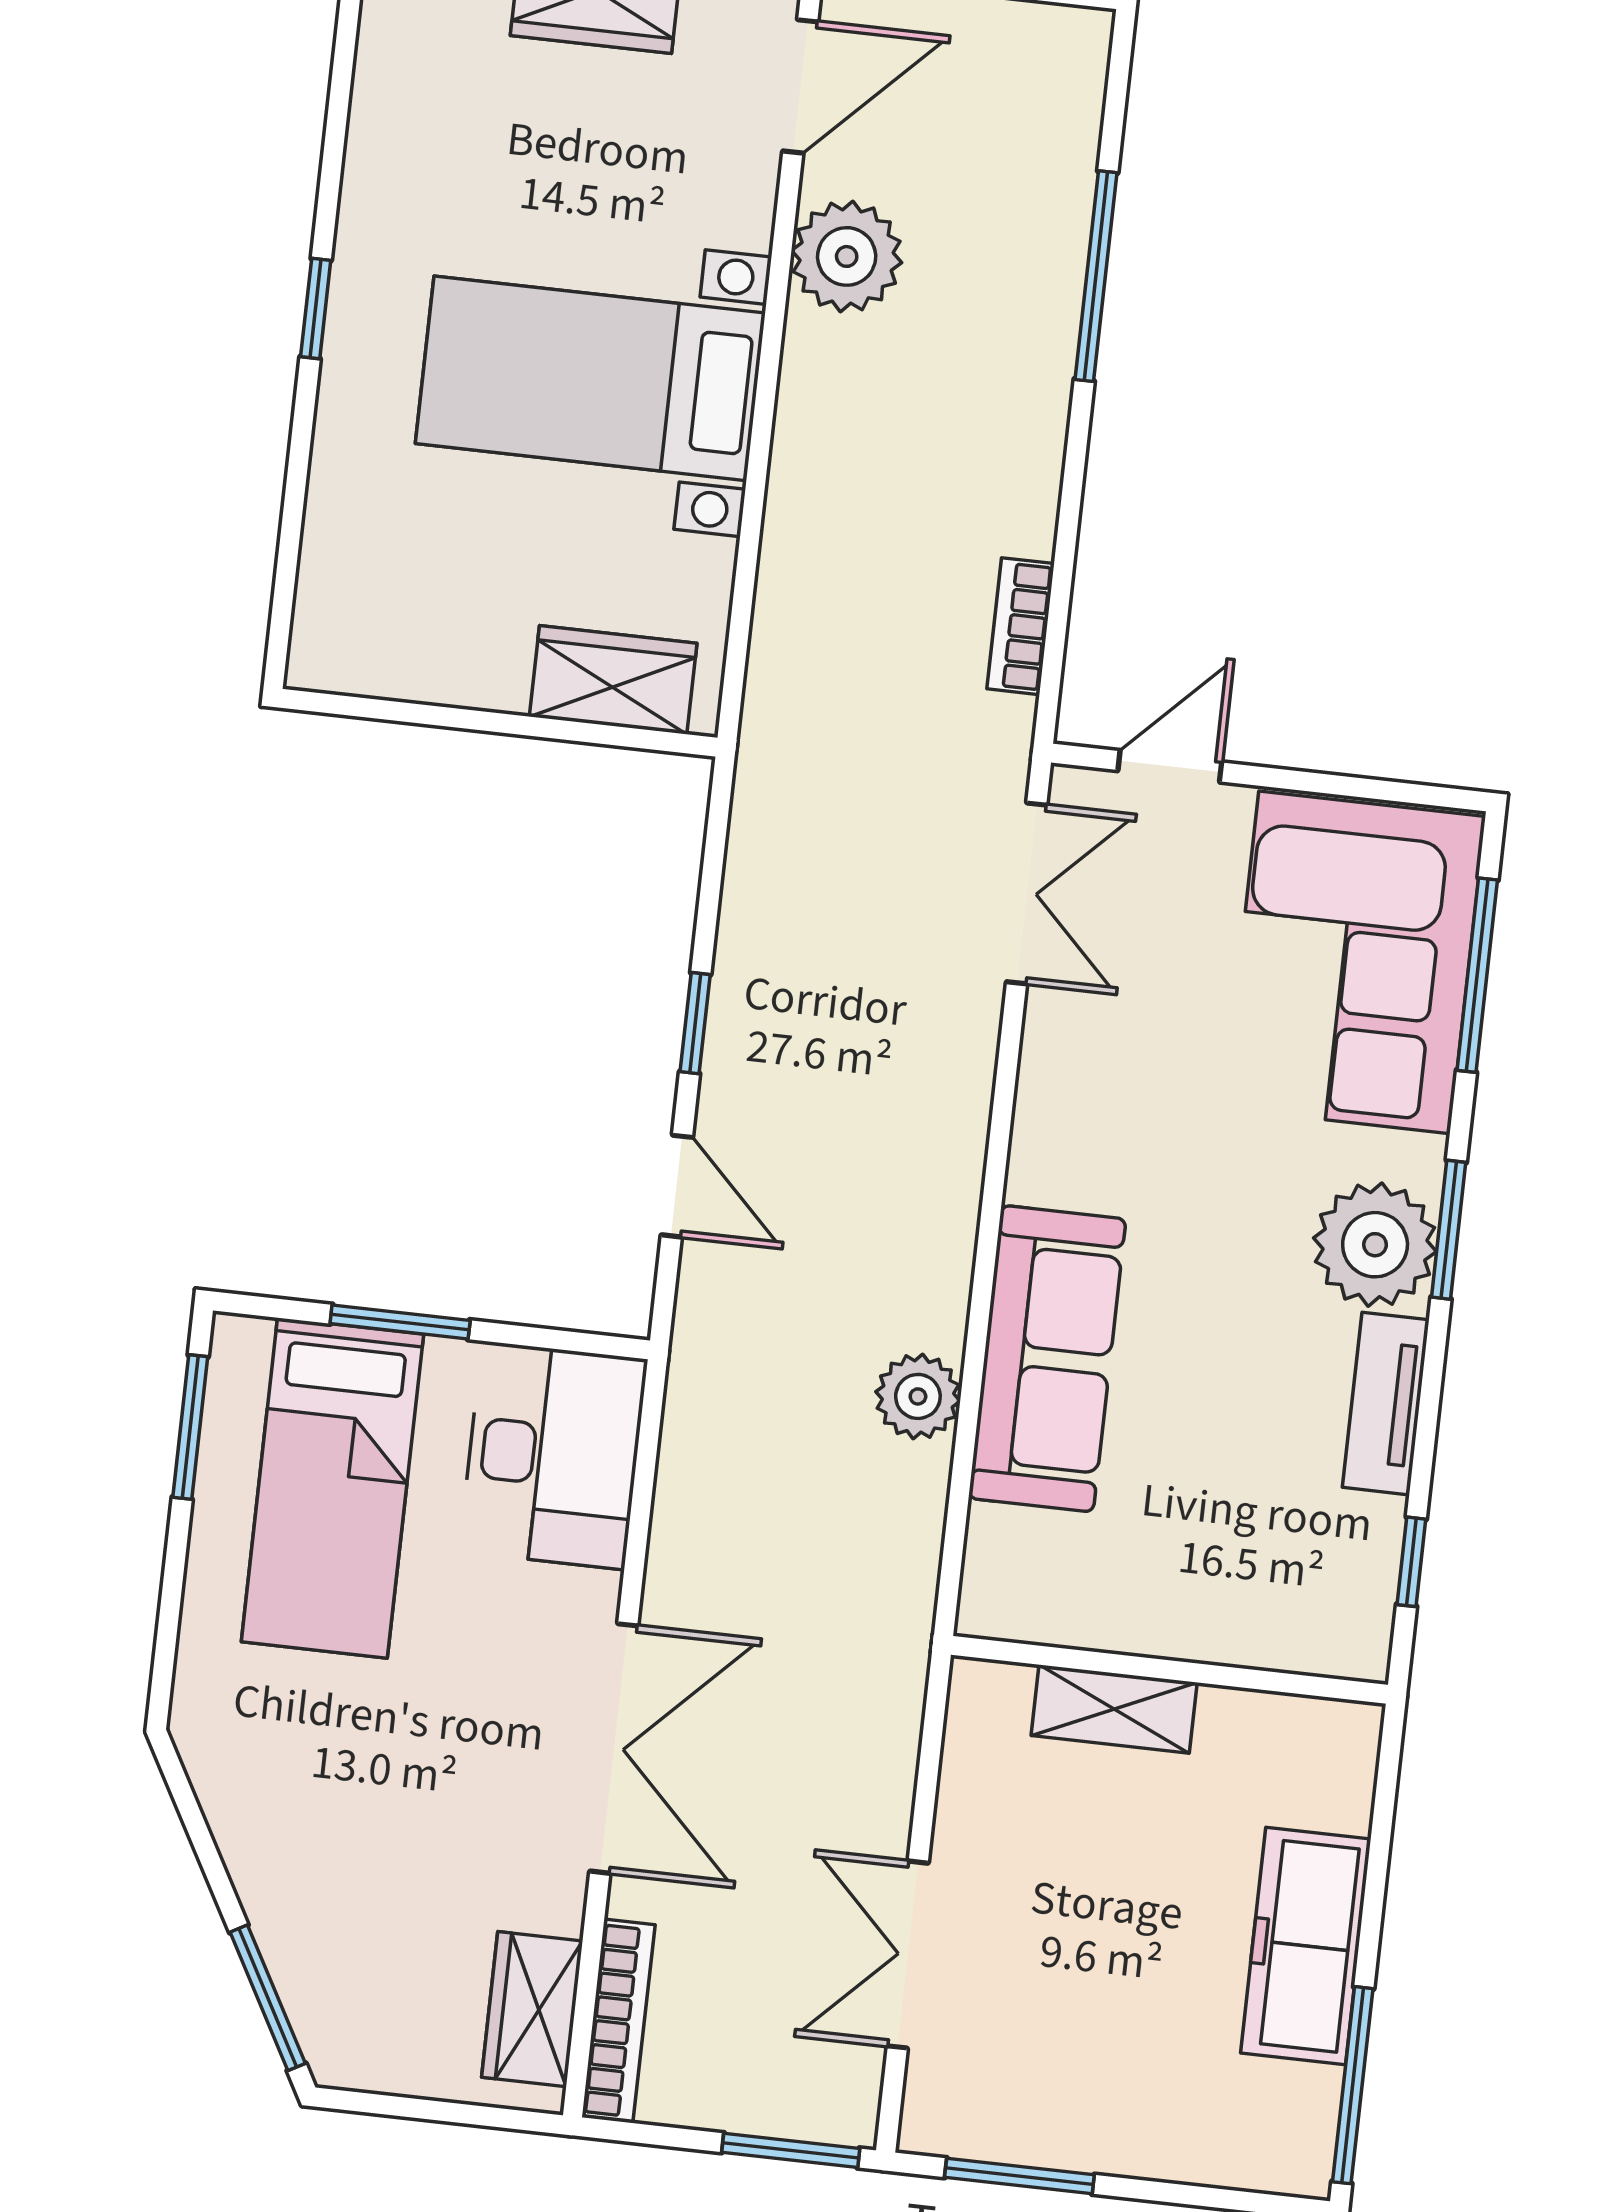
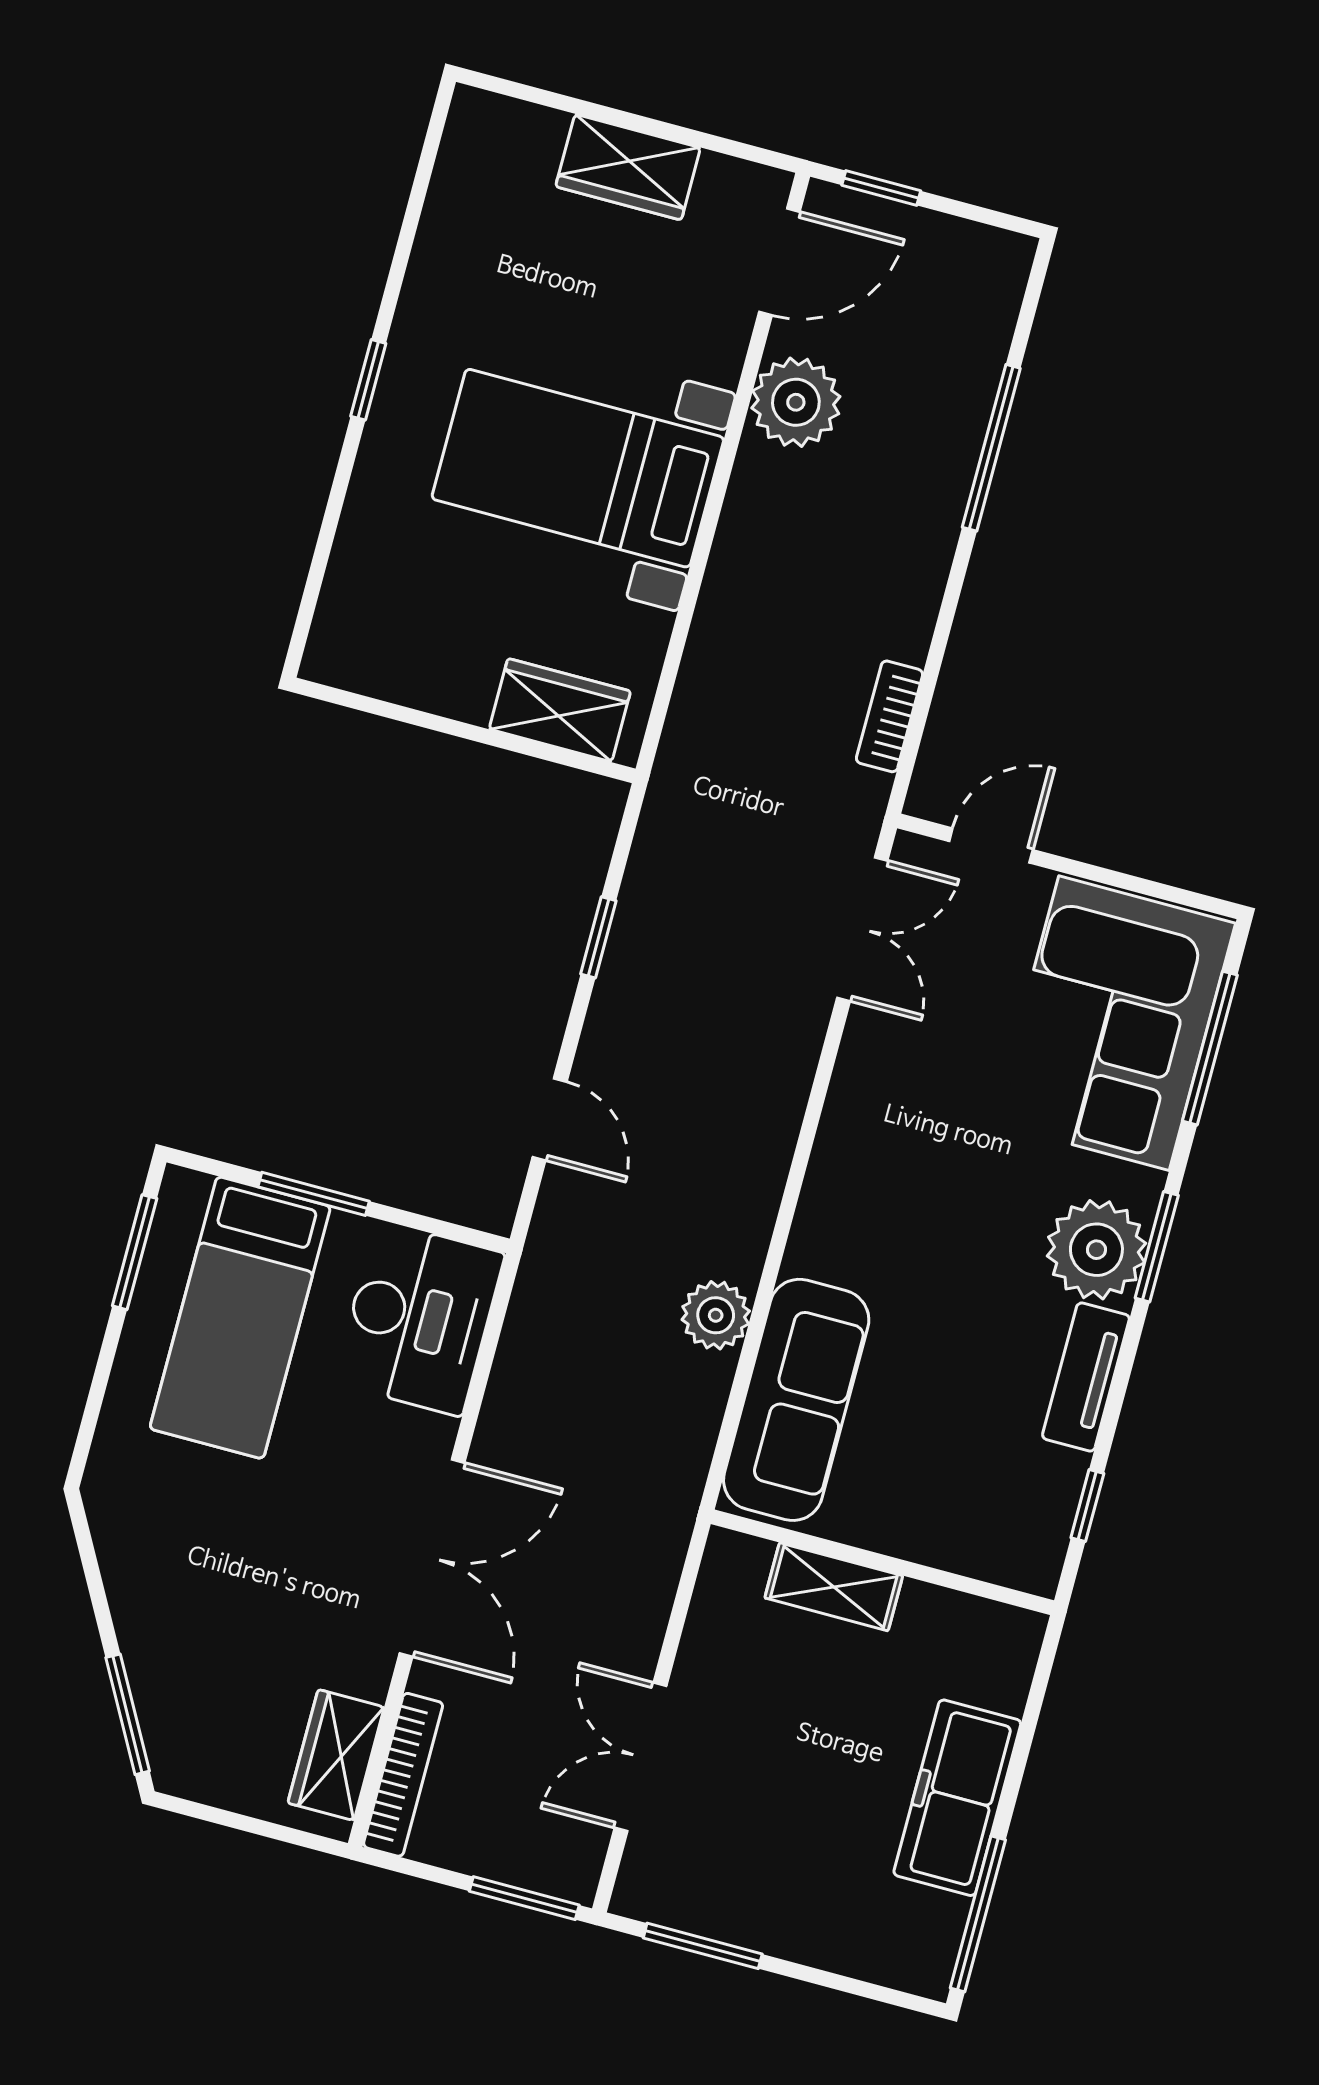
window: (695, 1023) -> (598, 937), moved
sofa: (1047, 1359) -> (796, 1400), moved

